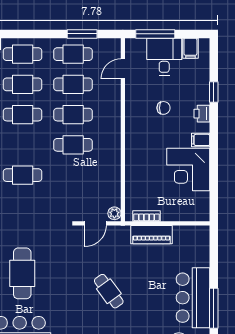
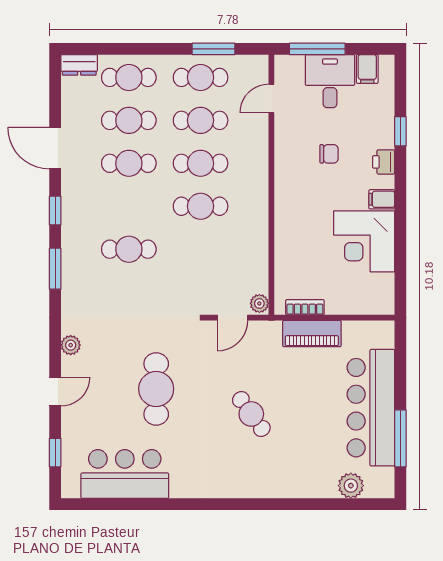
cafe table: (22, 273) -> (156, 389), moved
bar counter: (193, 298) -> (371, 408), width x1.36

